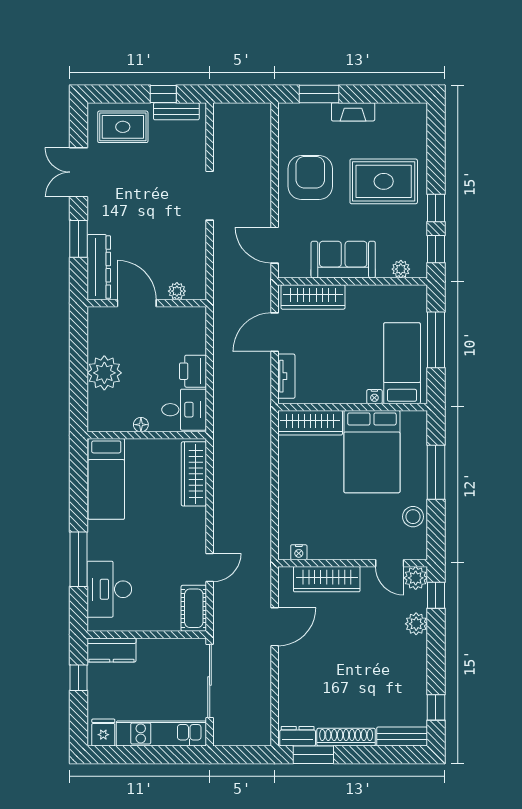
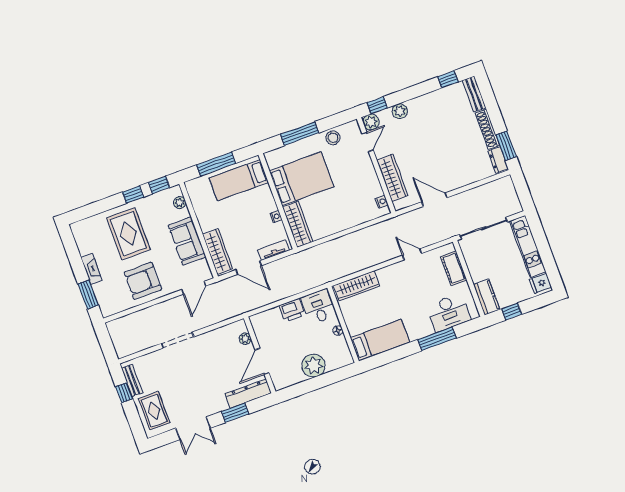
nightstand: (374, 397) -> (276, 217), moved
cot: (194, 608) -> (454, 268), moved, turned 90

